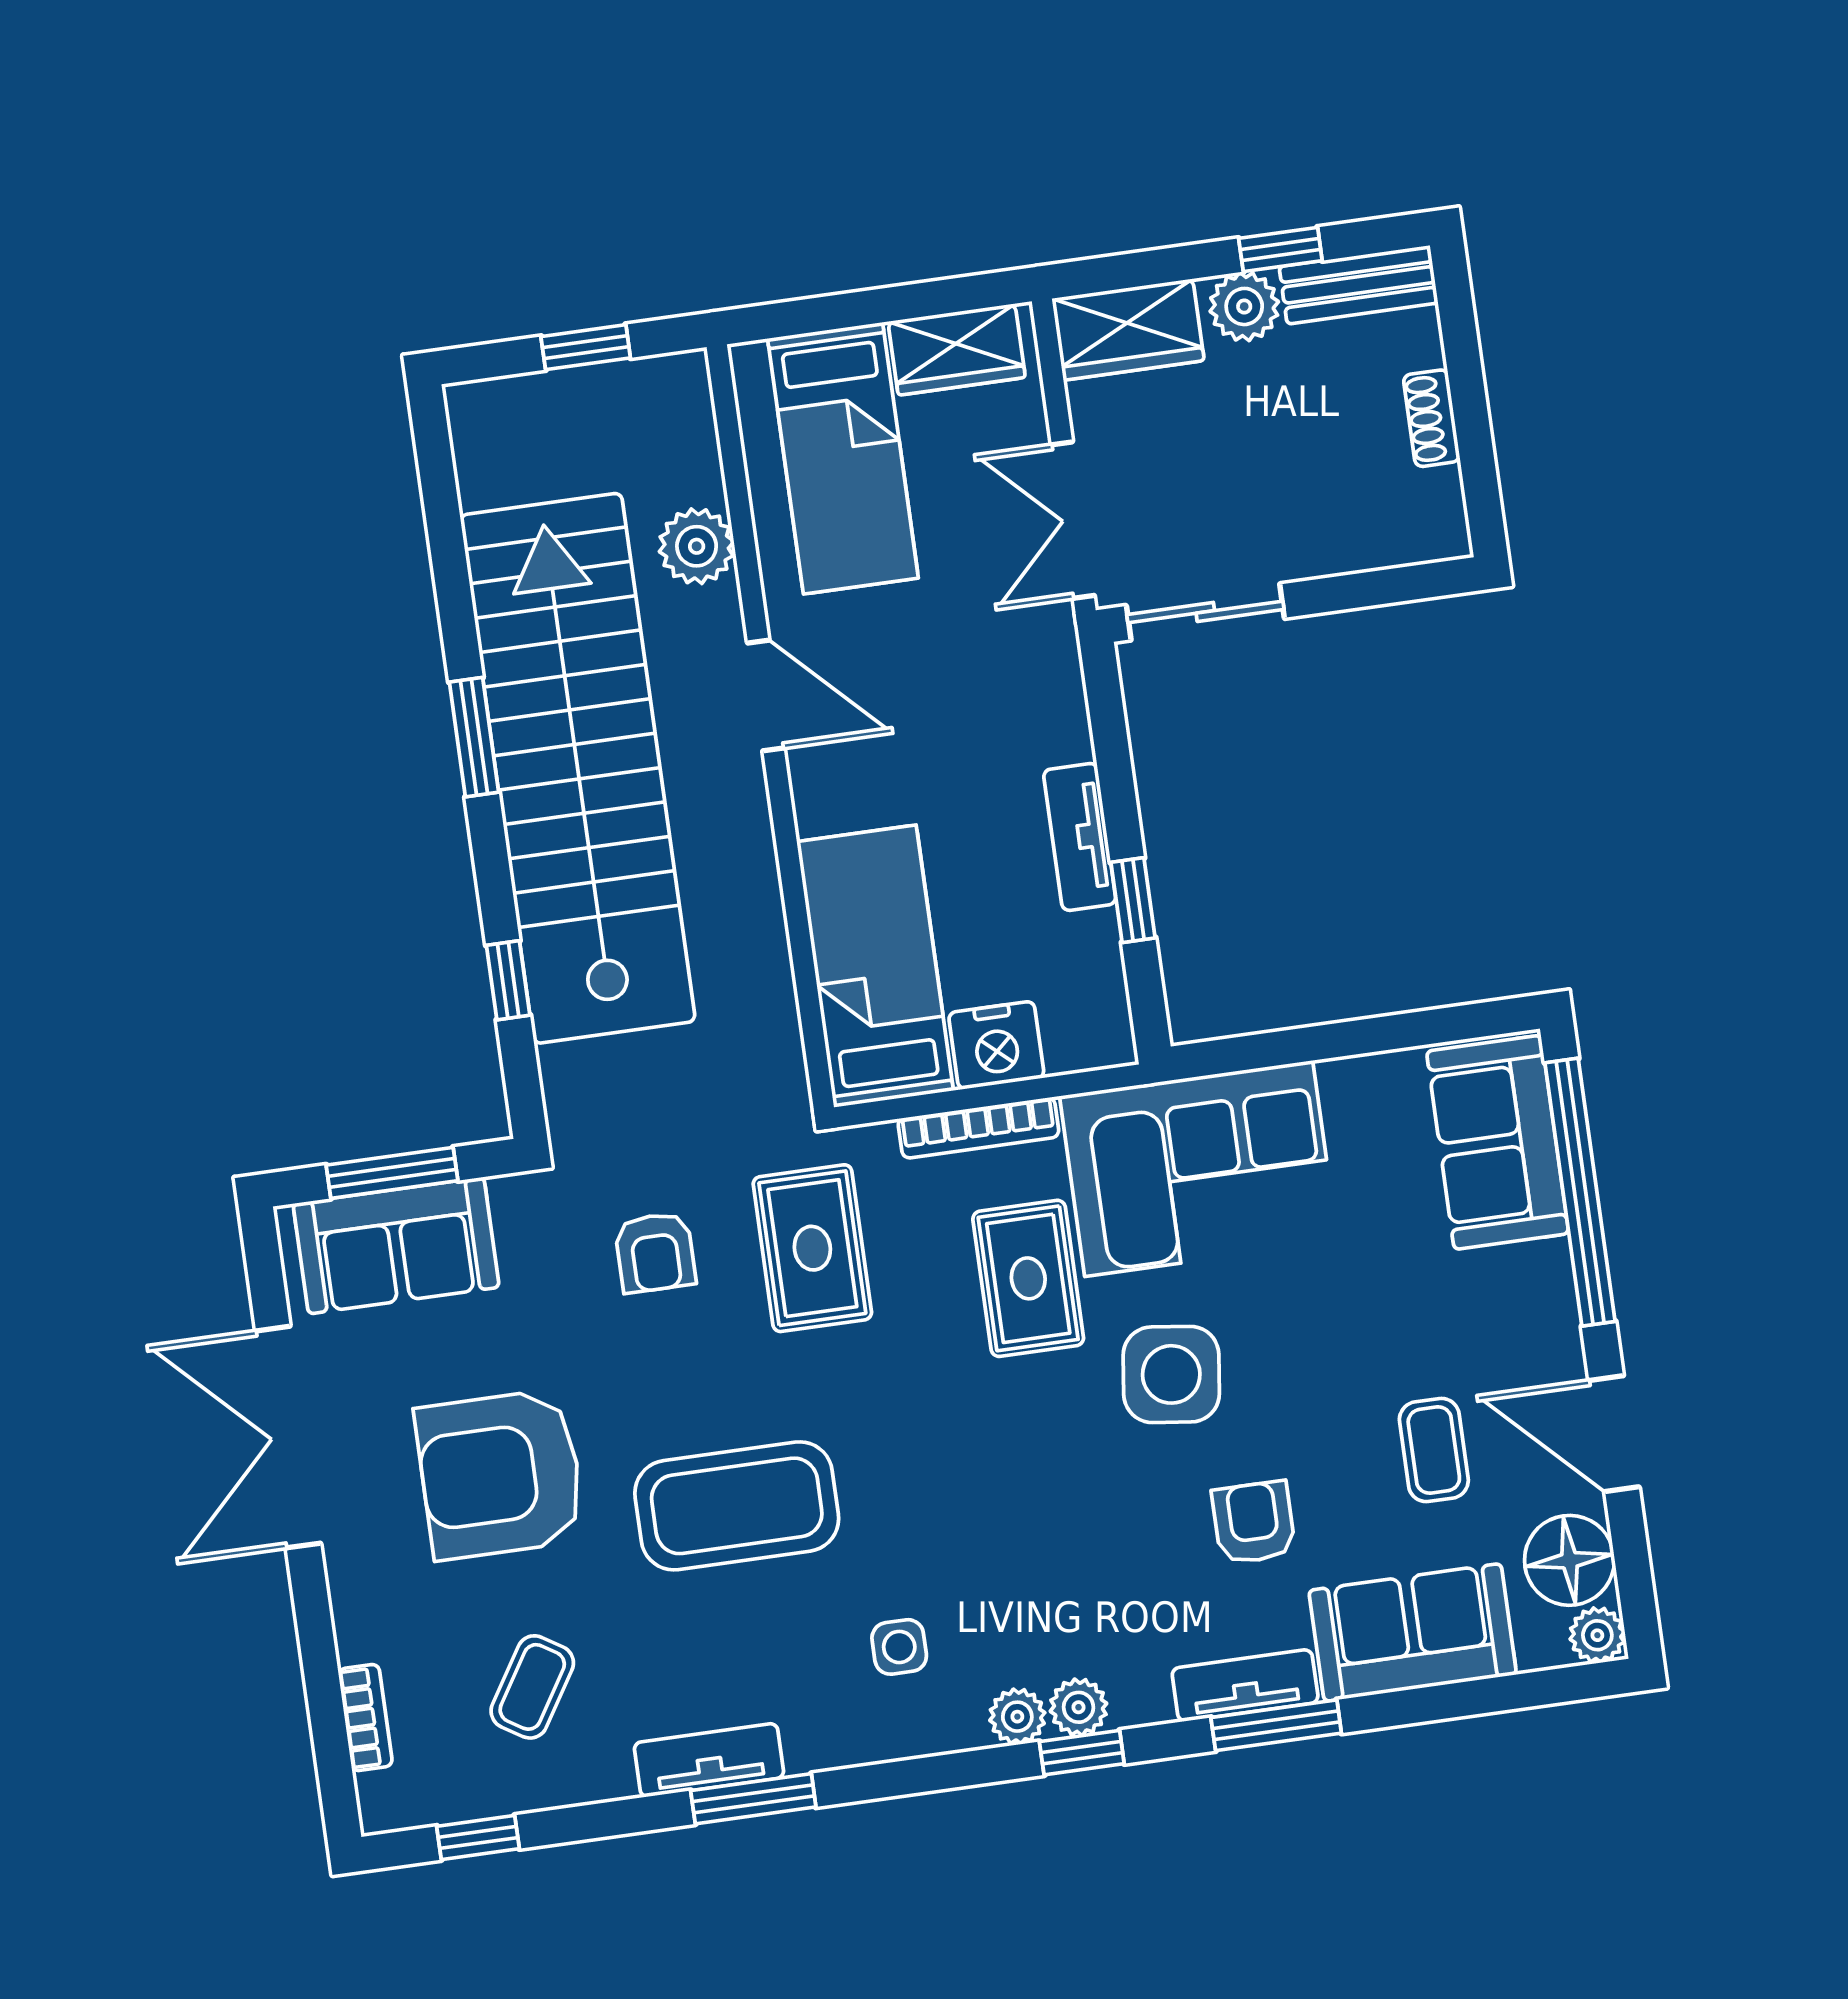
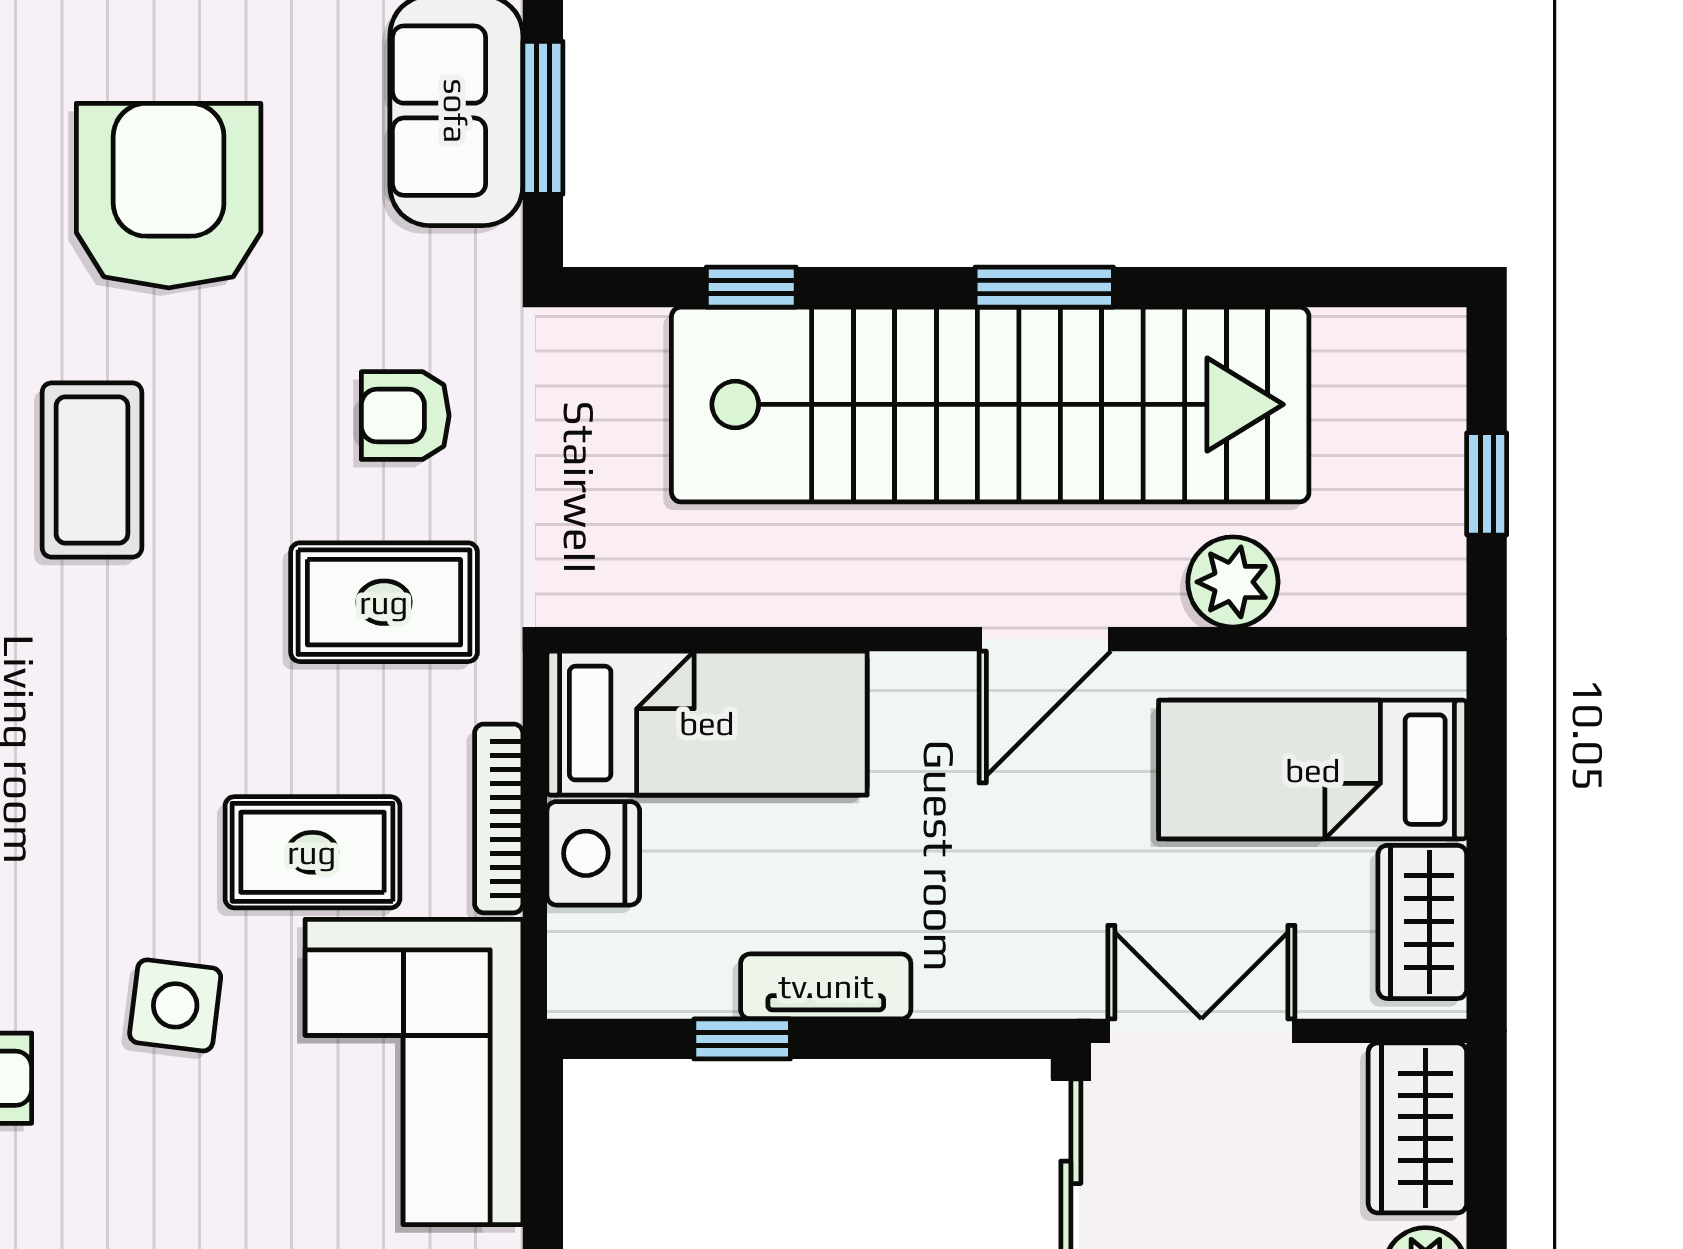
side table: (1171, 1374) -> (175, 1005), width x0.73, depth x0.73
coffee table: (737, 1506) -> (92, 470), width x0.73, depth x0.76

